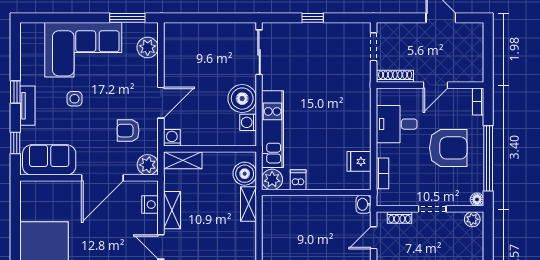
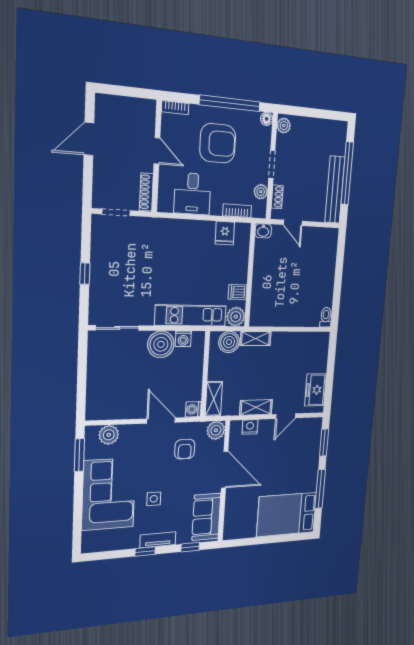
armchair: (448, 148) -> (218, 143), turned 90
plant: (404, 198) -> (261, 192), added

